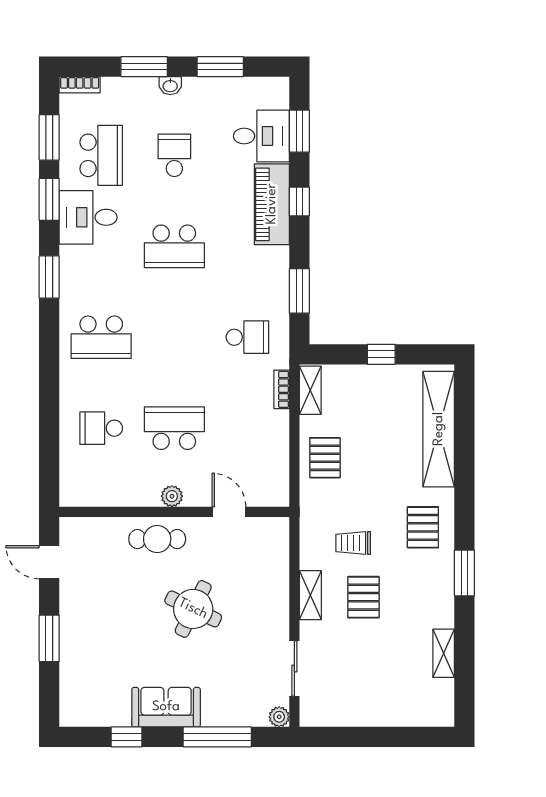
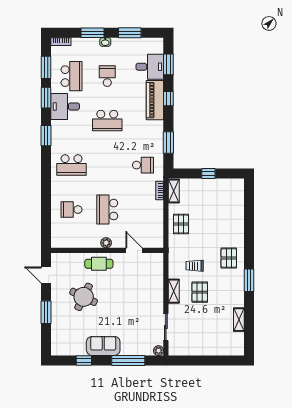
school desk: (174, 428) -> (107, 210), turned -90
shelving: (439, 429) -> (237, 210), removed
round table: (193, 609) -> (84, 297), moved

